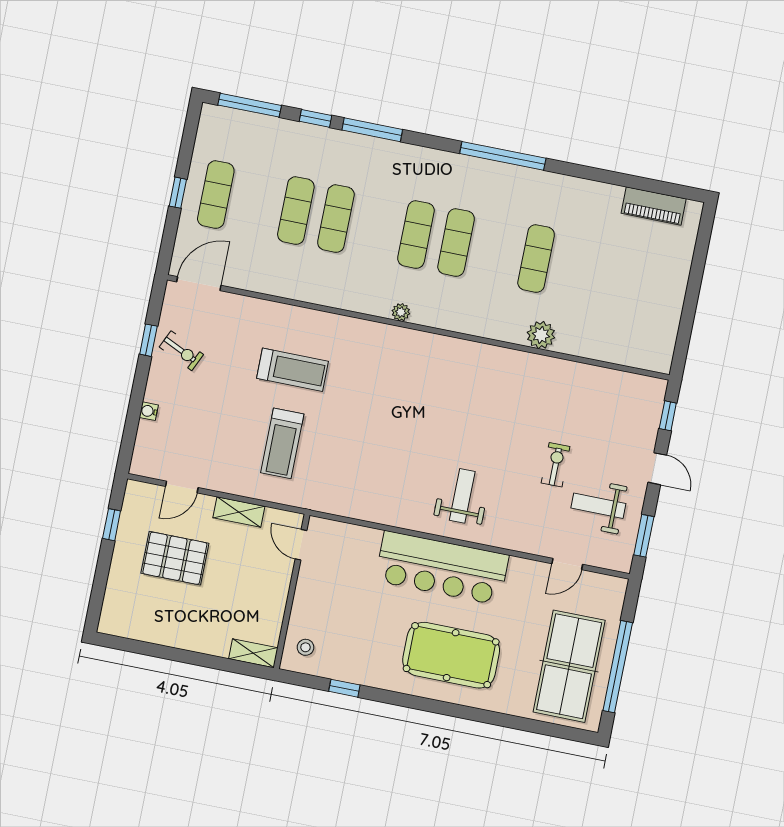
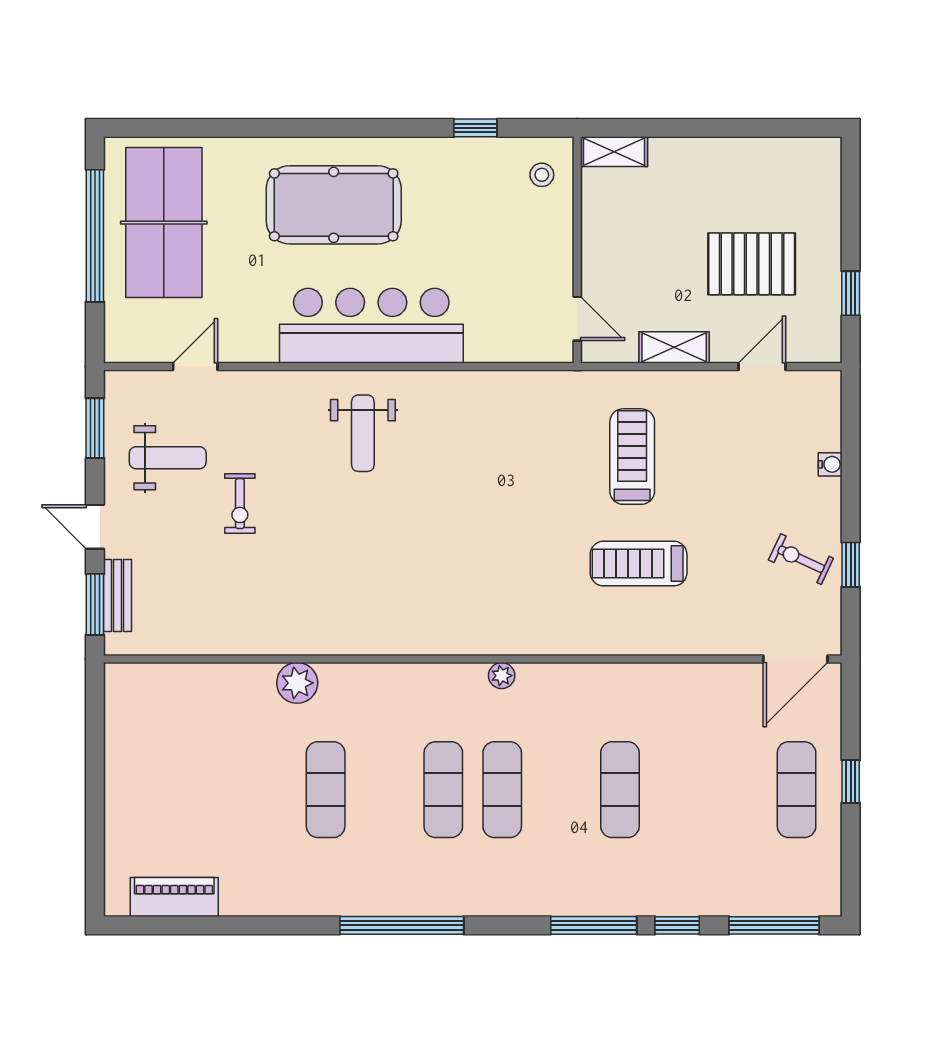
exercise mat: (296, 211) -> (679, 790), removed
window: (668, 416) -> (95, 604), width x1.50
bench: (651, 419) -> (117, 596), added

